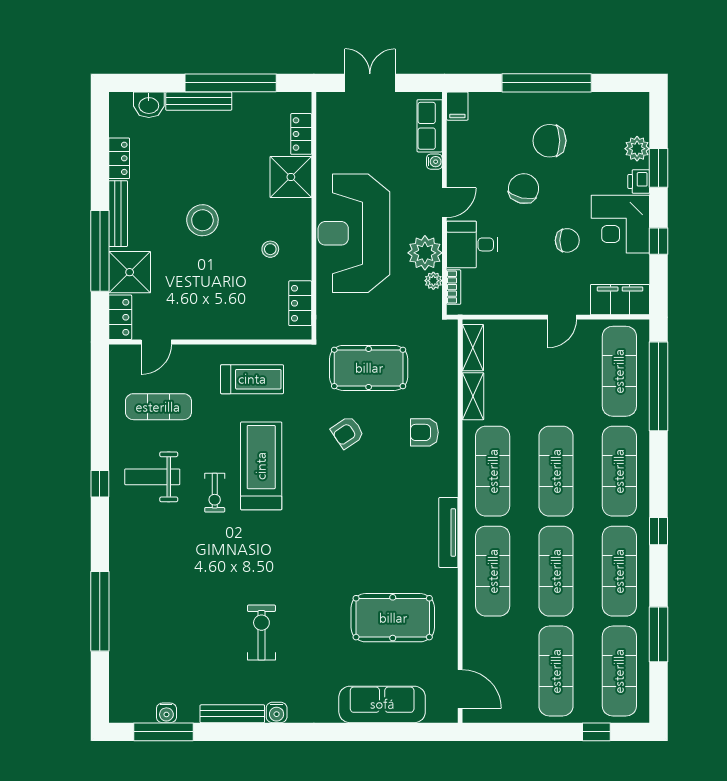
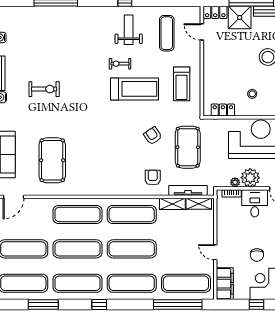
tv unit: (448, 532) -> (188, 191), moved

